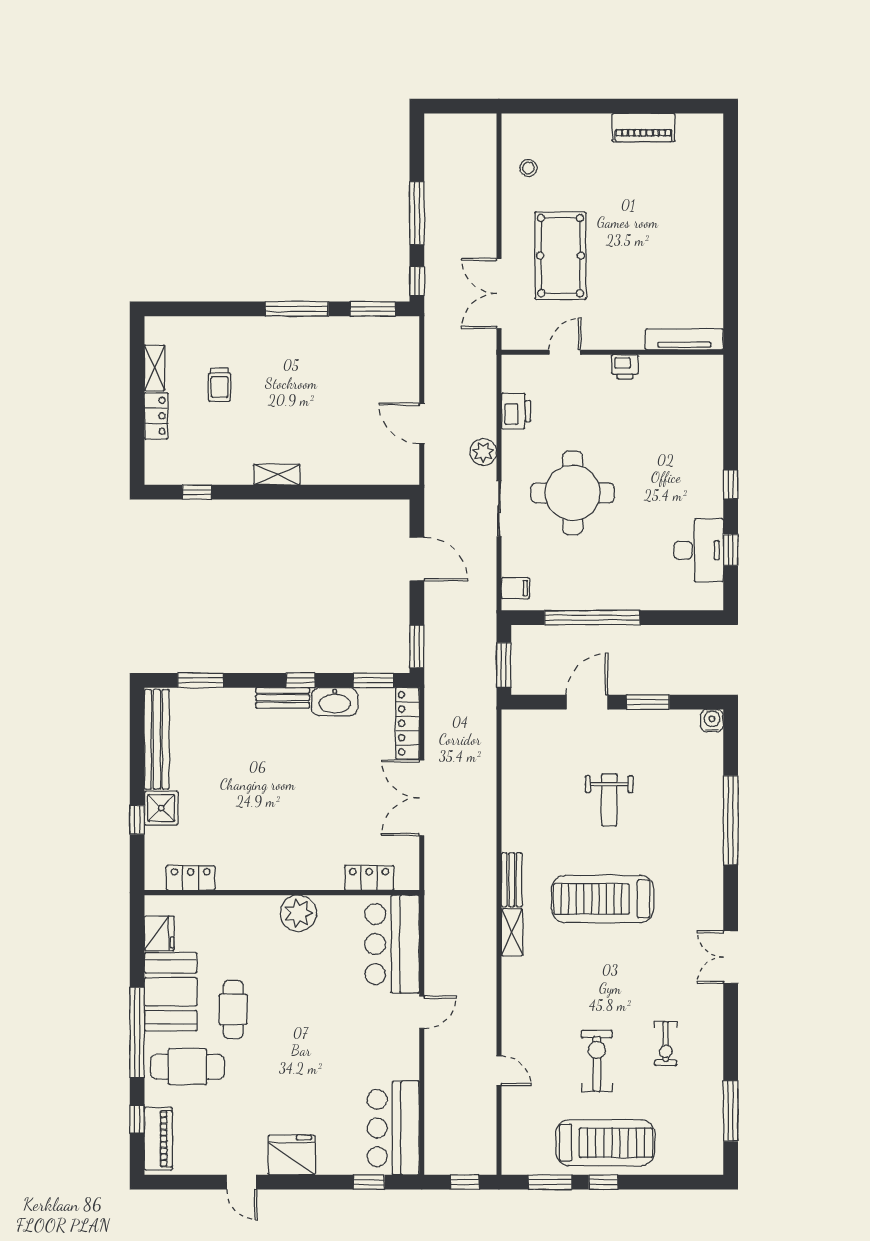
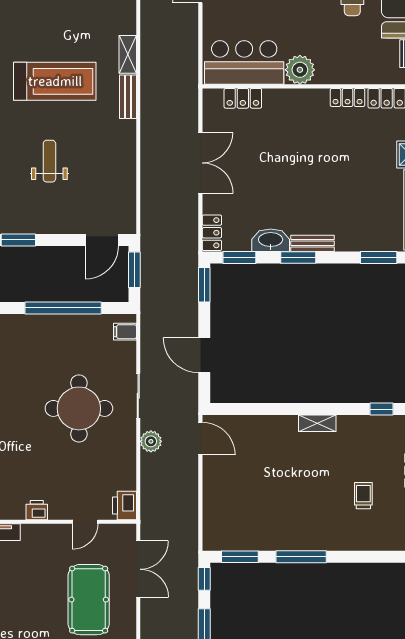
printer: (516, 411) -> (124, 505), moved
door: (422, 423) -> (200, 439), moved
window: (300, 680) -> (298, 257), width x1.50
door: (587, 702) -> (102, 240), moved
locker: (408, 723) -> (212, 233), width x0.66
locker: (239, 879) -> (348, 97), added
bar counter: (392, 944) -> (244, 63), moved, turned -90

